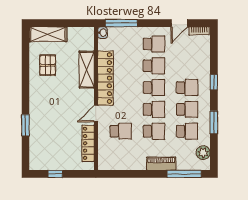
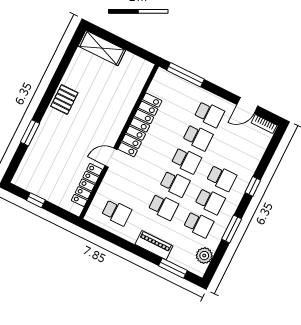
washbasin: (103, 33) -> (161, 75), removed
pallet: (48, 65) -> (64, 99), moved
shelving: (87, 70) -> (124, 106), removed
school desk: (121, 131) -> (117, 213), moved
window: (184, 174) -> (173, 268), width x0.69

